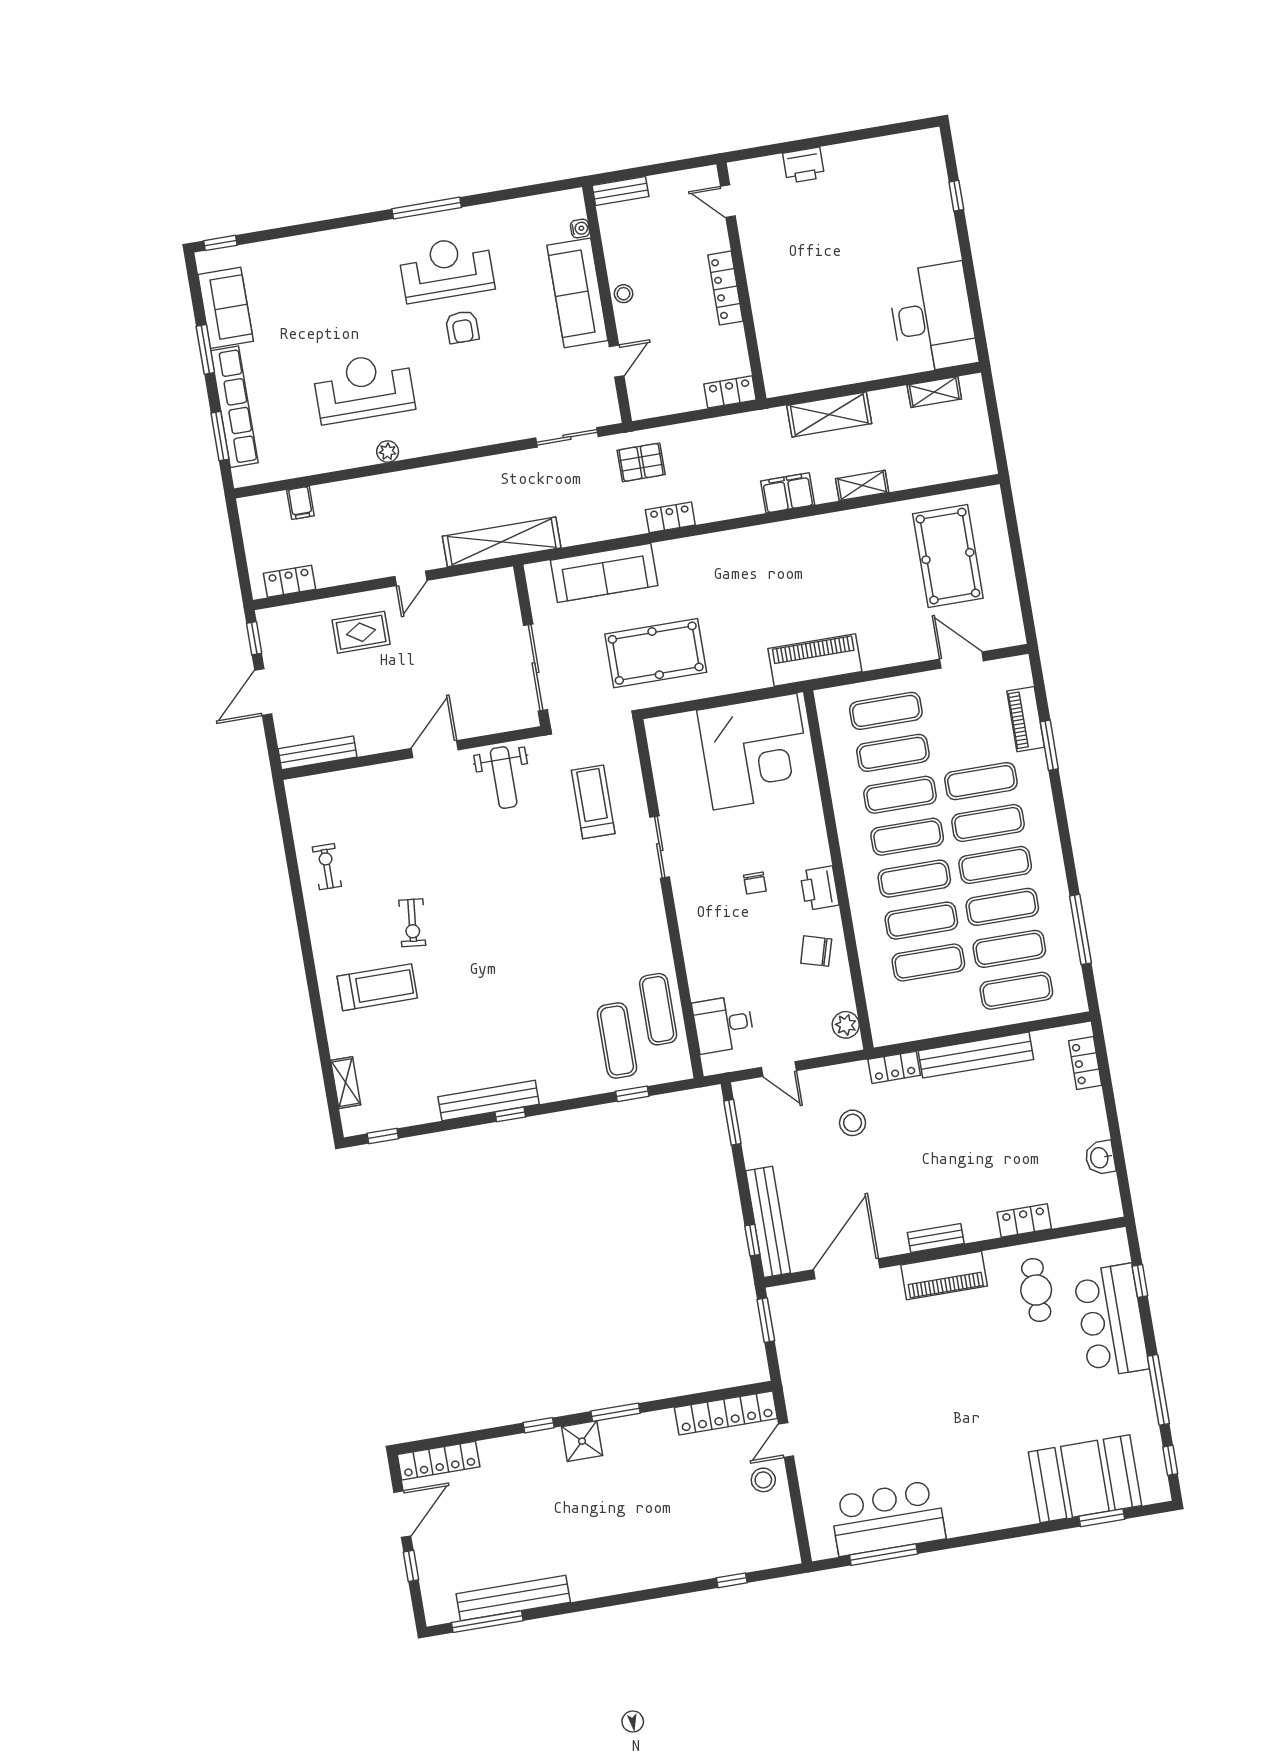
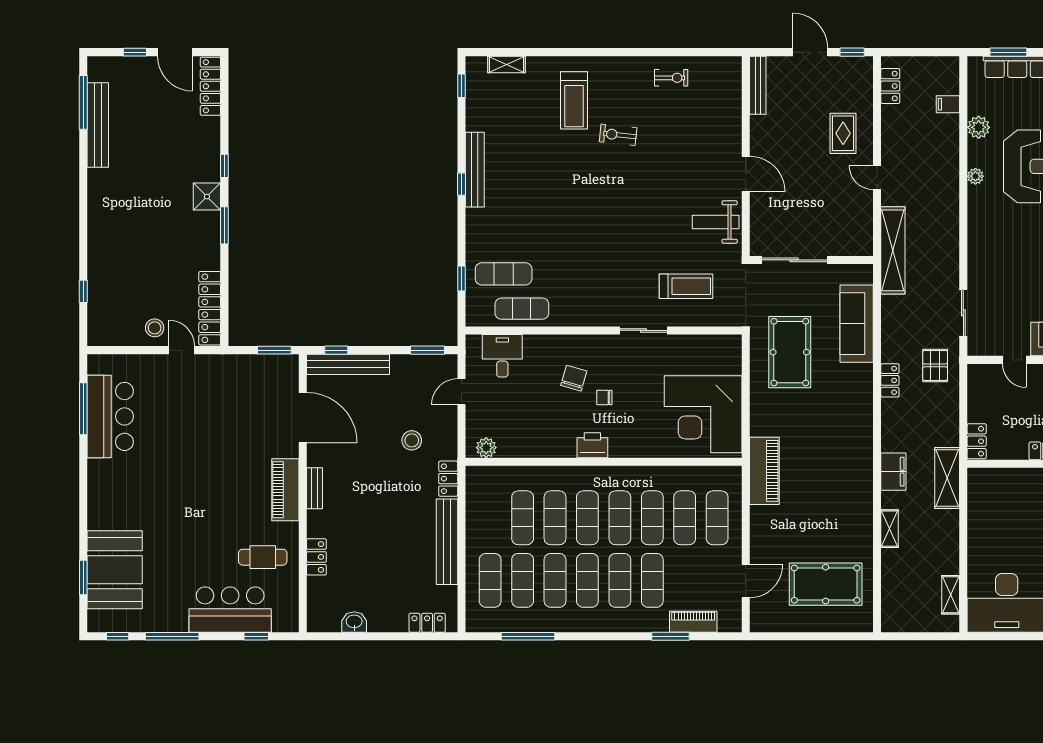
shelving: (829, 414) -> (947, 478), moved
plant: (324, 458) -> (979, 127), added
chair: (816, 951) -> (574, 378), moved

